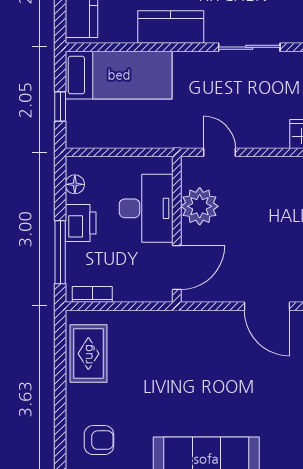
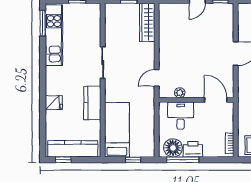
floor lamp: (75, 184) -> (173, 148), width x1.89, depth x1.89
plant: (200, 206) -> (180, 93), width x0.53, depth x0.53
desk: (146, 208) -> (181, 116), width x0.73
window: (60, 252) -> (183, 160), moved

